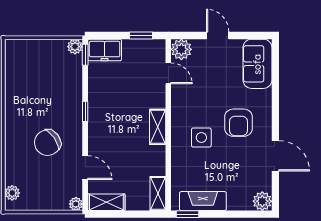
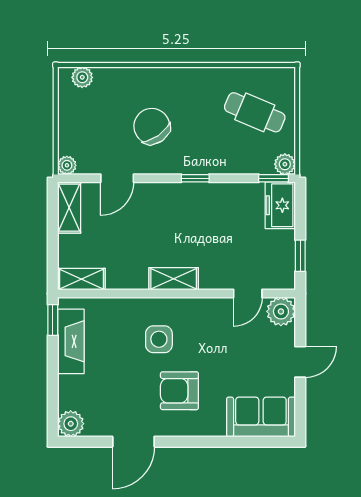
cafe table: (38, 68) -> (255, 112), added

